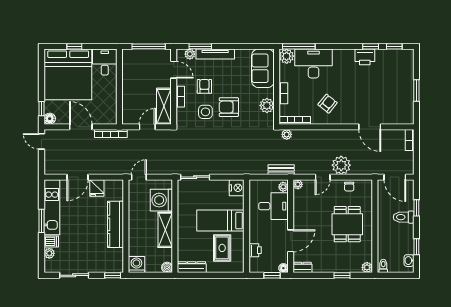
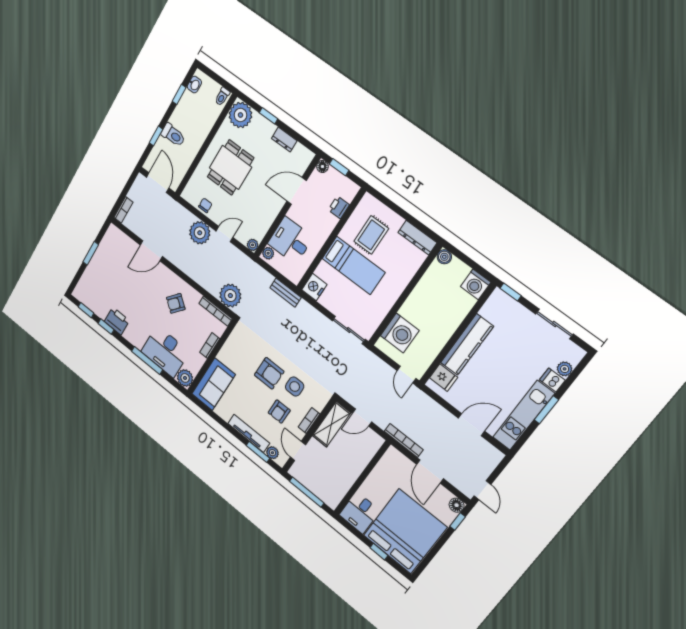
window: (299, 46) -> (147, 360), moved
plant: (267, 105) -> (232, 346), removed
door: (370, 127) -> (151, 251), swing flipped
plant: (287, 134) -> (230, 296), width x1.88, depth x1.88
bench: (281, 170) -> (286, 293), moved
door: (139, 177) -> (406, 374), hinge flipped
fridge: (97, 188) -> (444, 378), moved, turned 90
shelving: (165, 230) -> (418, 299), removed
dresser: (302, 267) -> (284, 140), moved
plant: (367, 267) -> (240, 115), width x1.88, depth x1.88

